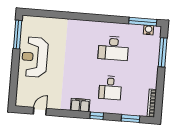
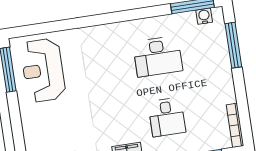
reception desk: (35, 57) -> (43, 70), moved

